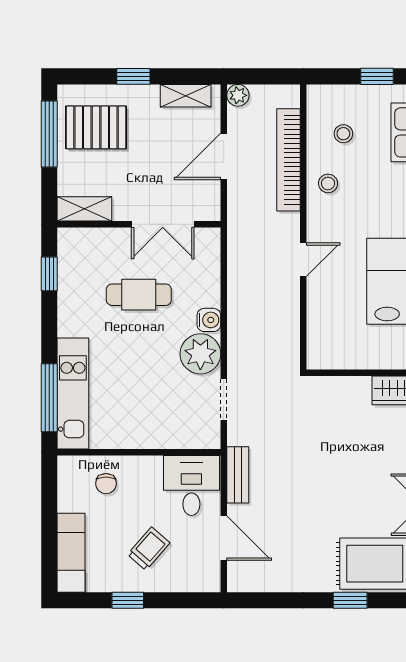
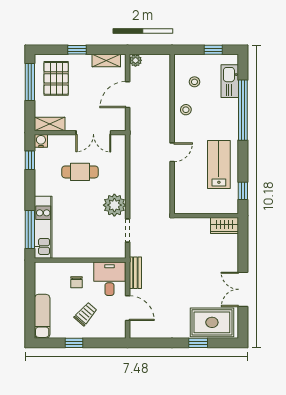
pallet: (96, 127) -> (56, 78), turned 90
bookcase: (288, 160) -> (164, 96), removed
water cooler: (209, 320) -> (41, 141), moved, turned -90
chair: (106, 484) -> (76, 282), moved

